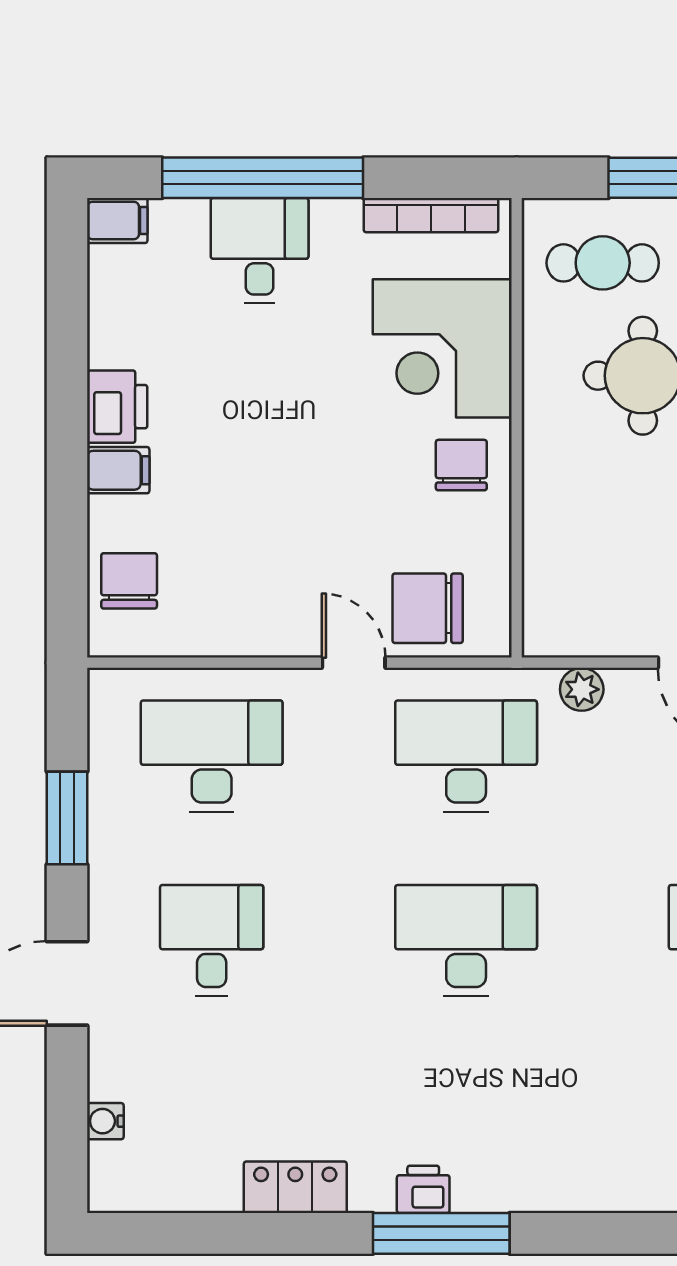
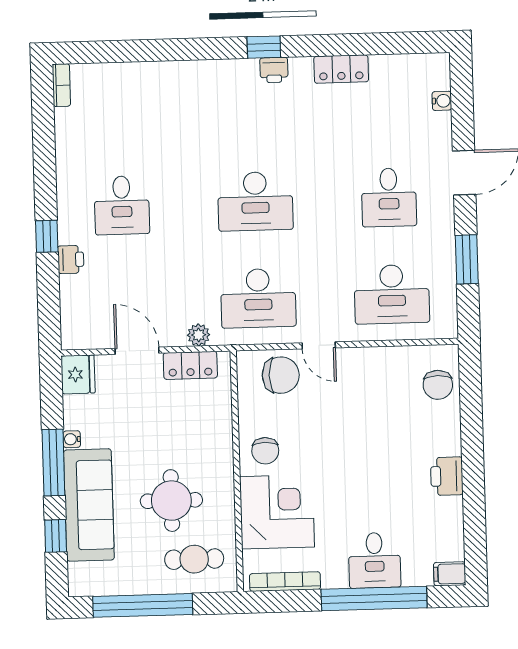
filing cabinet: (118, 470) -> (445, 443), removed
locker: (599, 632) -> (190, 365), added
window: (441, 1233) -> (264, 47), width x0.46

